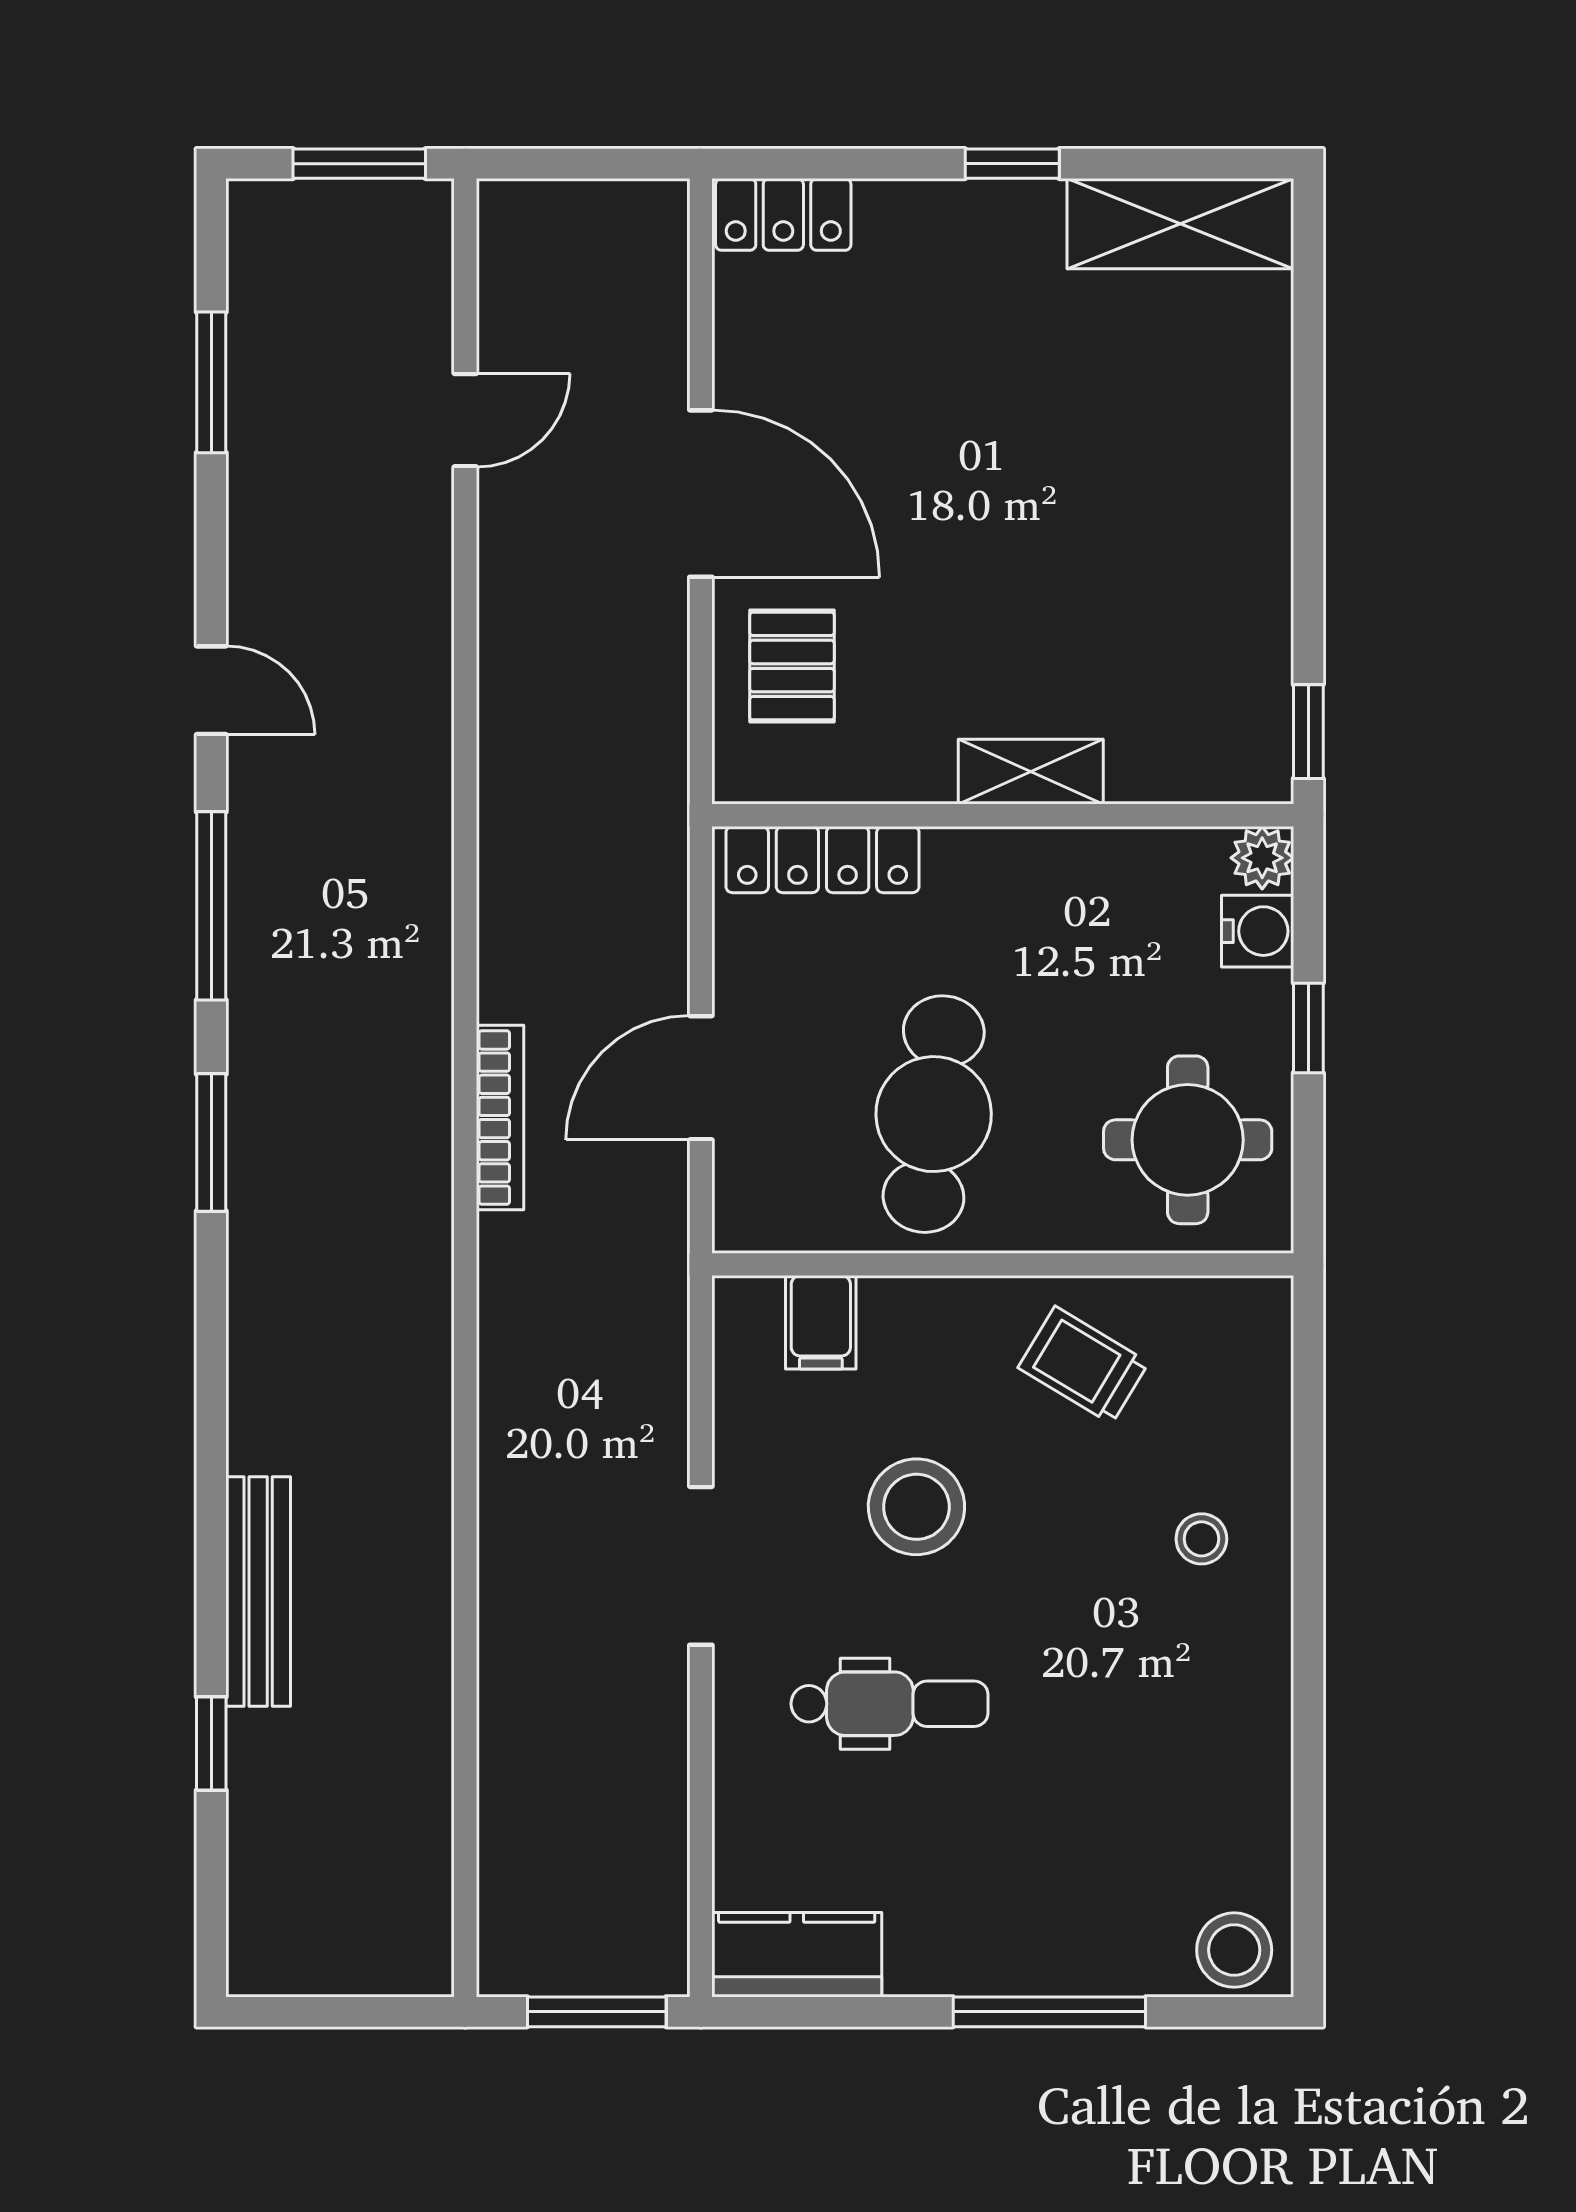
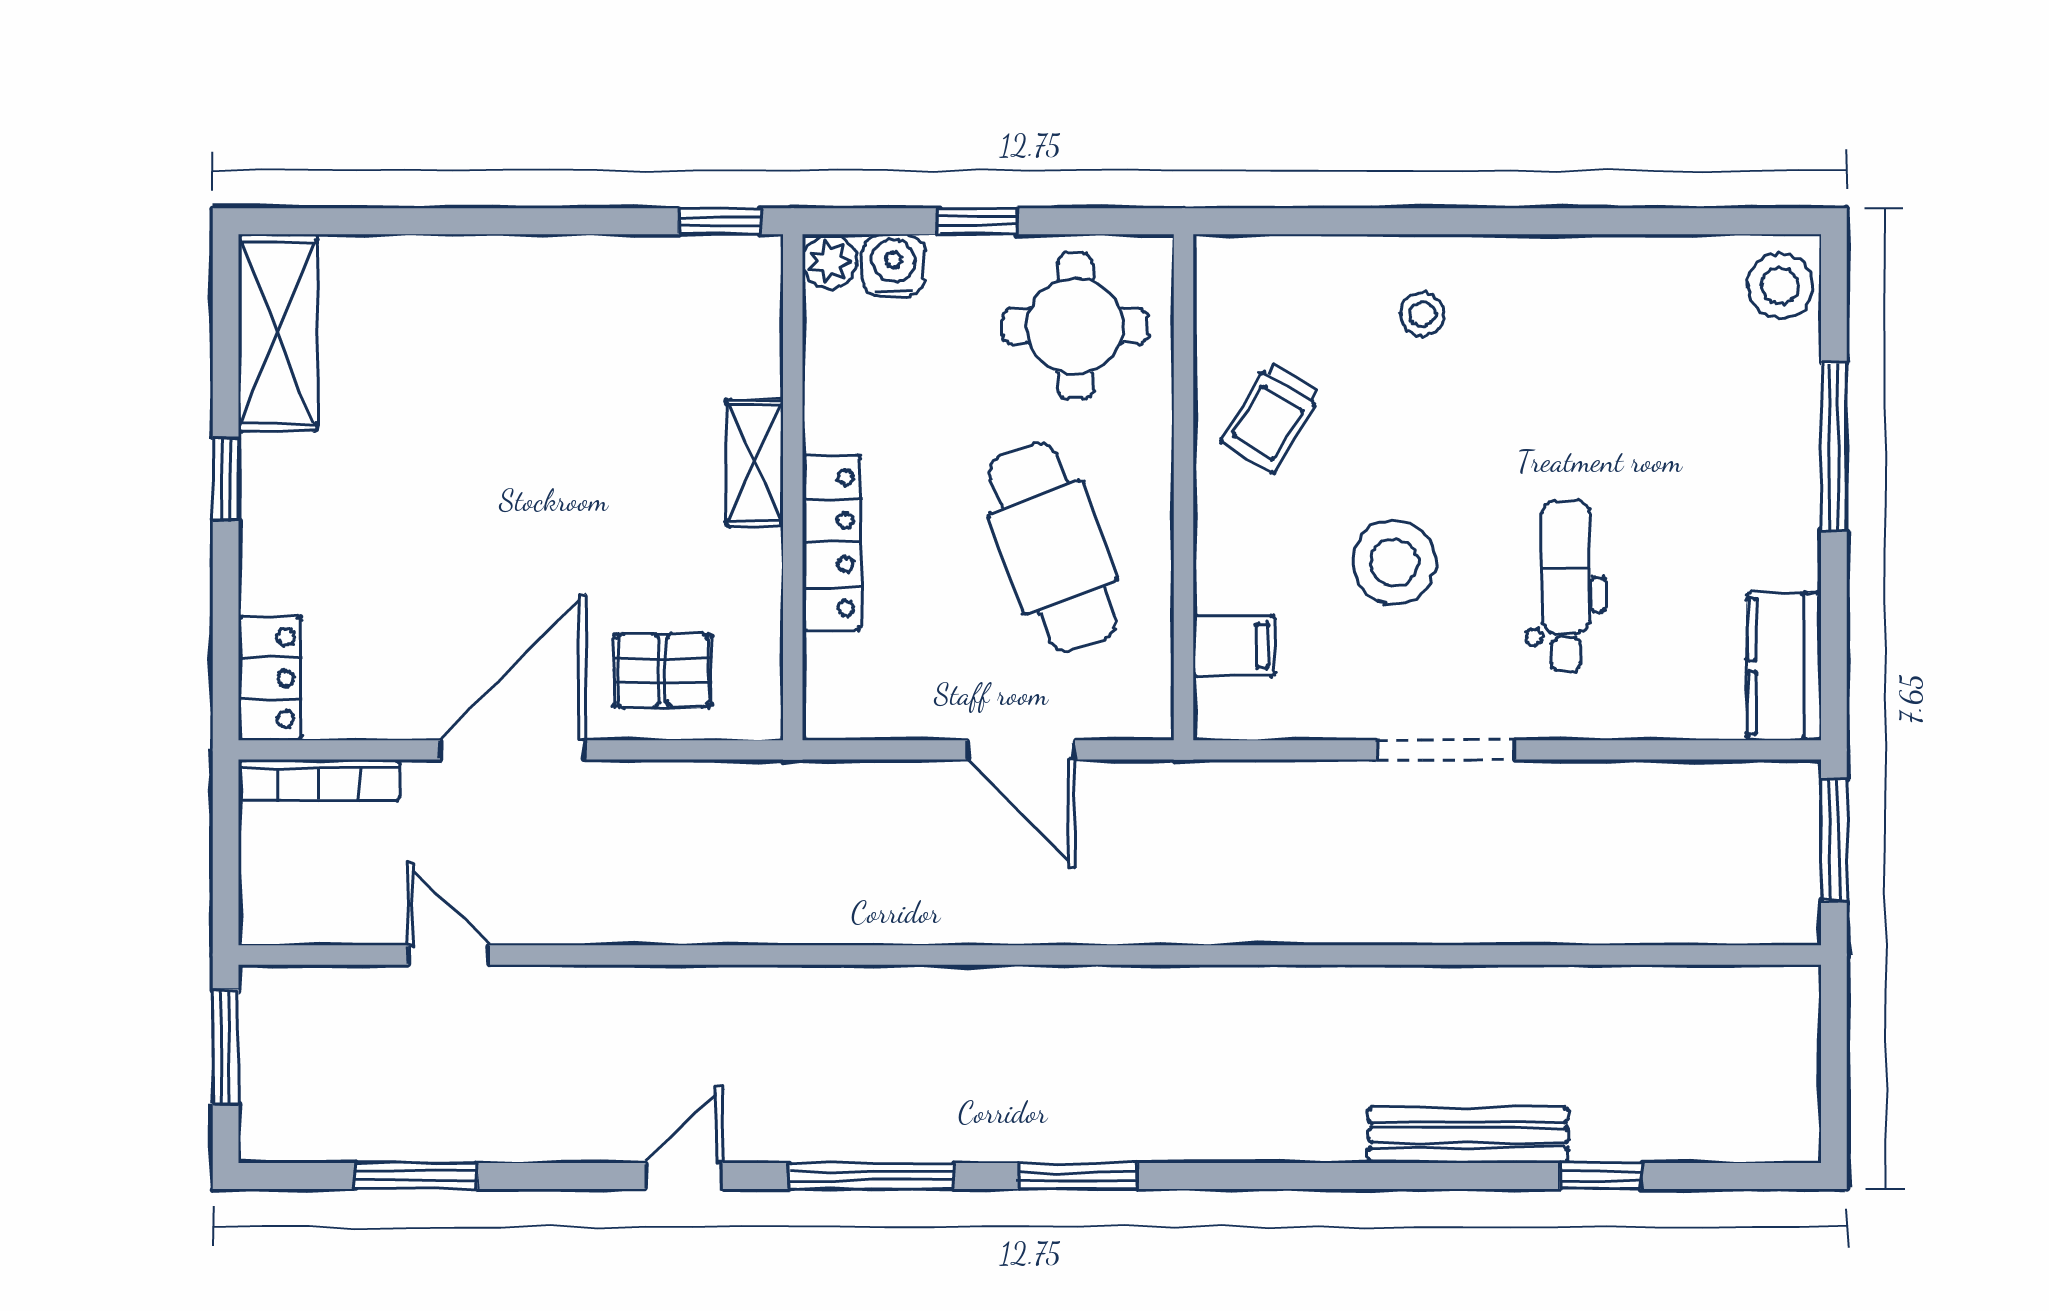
locker: (822, 860) -> (831, 543), moved
cafe table: (934, 1114) -> (1053, 547), turned 63
bookcase: (500, 1118) -> (319, 780), moved, turned 180

